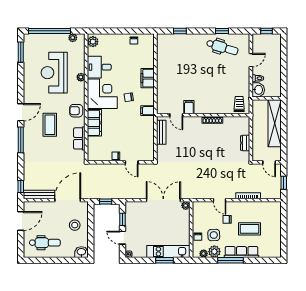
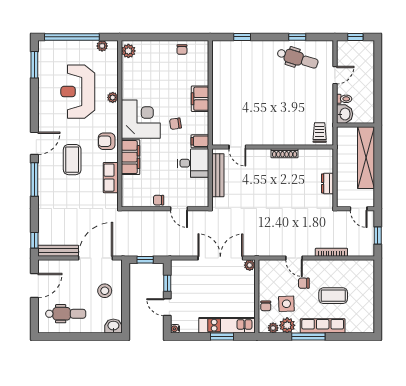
desk: (99, 67) -> (193, 163), moved, turned 180
filing cabinet: (189, 107) -> (254, 137), removed
bench: (161, 132) -> (218, 175), width x1.36

